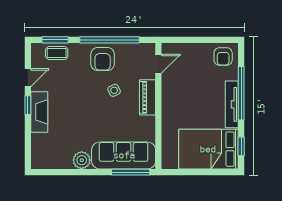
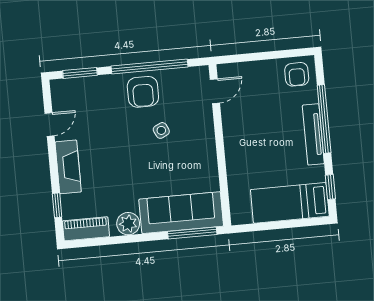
coffee table: (57, 53) -> (84, 90), removed
piano: (148, 97) -> (86, 229), moved, turned 90
window: (28, 105) -> (57, 205), moved
bed: (208, 149) -> (290, 203), width x0.67

